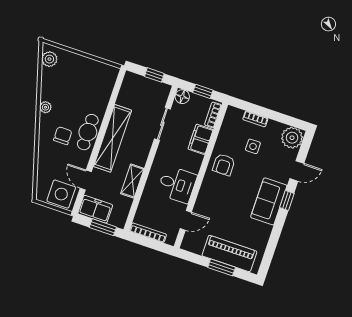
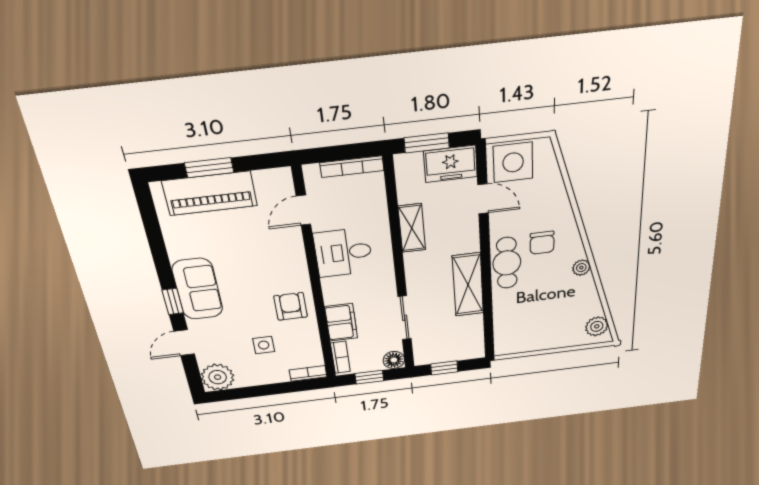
bookcase: (255, 119) -> (308, 373), moved
shelving: (113, 138) -> (468, 285), width x0.68

